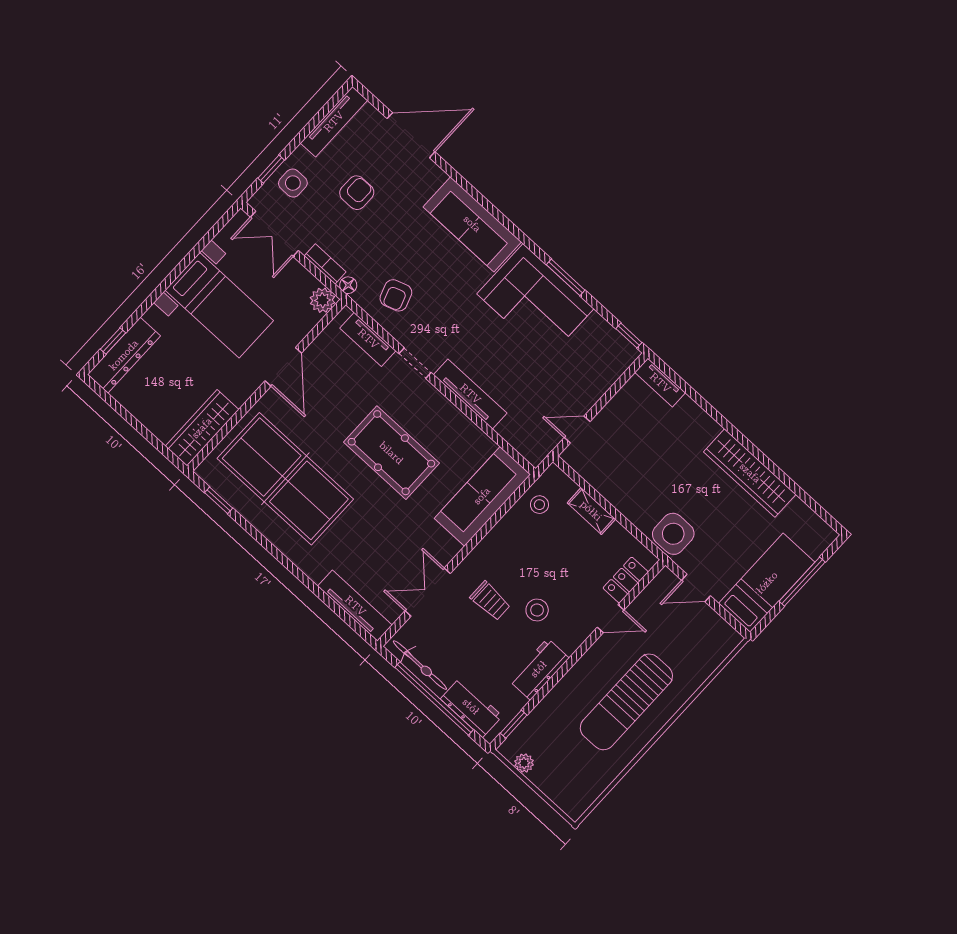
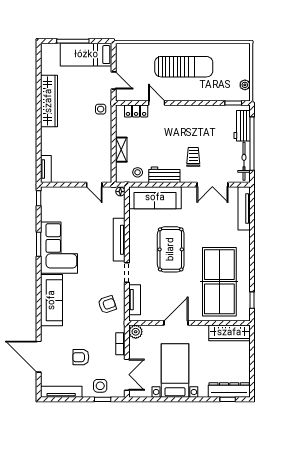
floor lamp: (348, 285) -> (120, 192), moved
side table: (673, 534) -> (101, 109), width x0.54, depth x0.54
stool: (537, 610) -> (180, 135), removed
workbench: (539, 669) -> (164, 175), moved, turned 180

